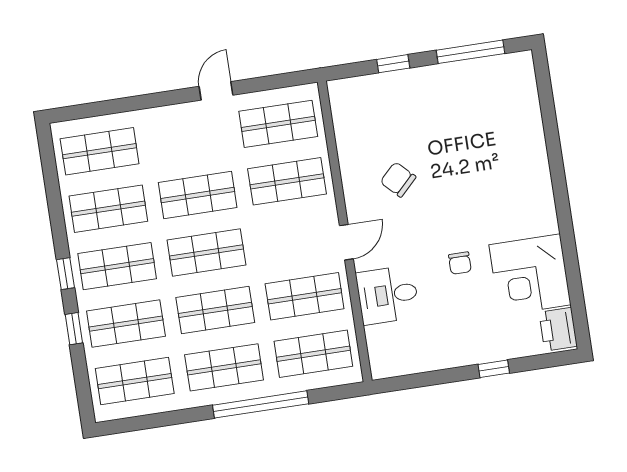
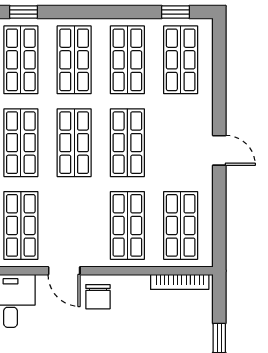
door: (216, 91) -> (219, 150), moved
bookcase: (339, 116) -> (180, 282), added
chair: (398, 180) -> (98, 297), moved, turned 135
window: (66, 274) -> (176, 12), moved

